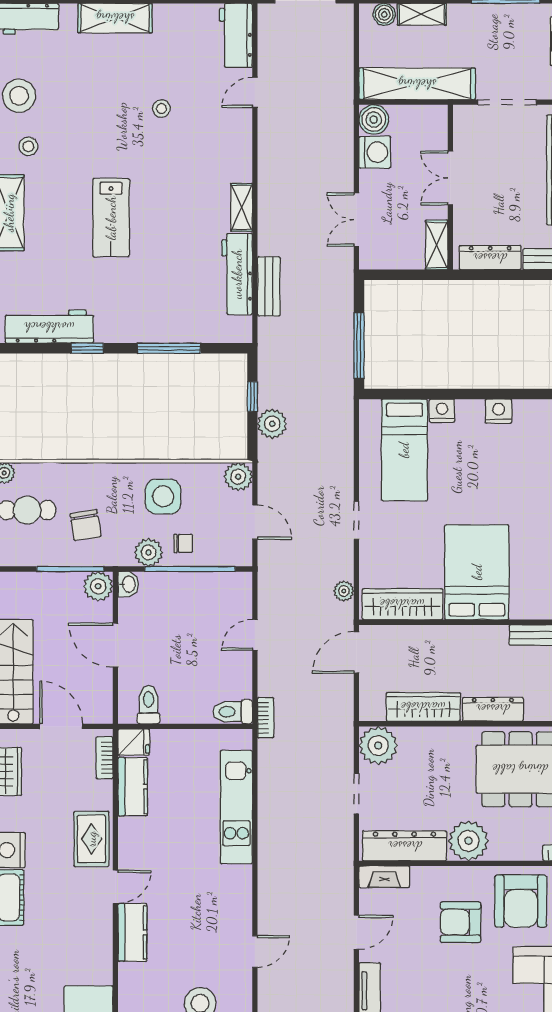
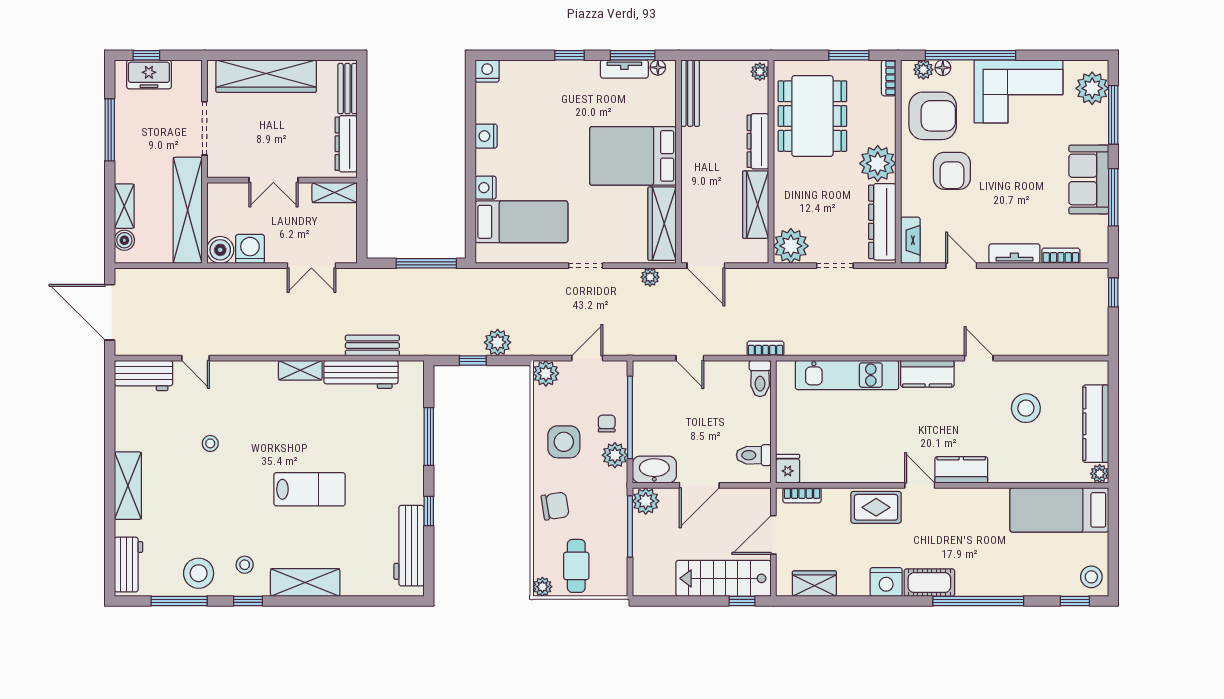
chair: (85, 525) -> (555, 506), moved
washbasin: (128, 584) -> (654, 470), width x1.91, depth x1.45
kitchen counter: (133, 787) -> (927, 374), moved, turned 180

